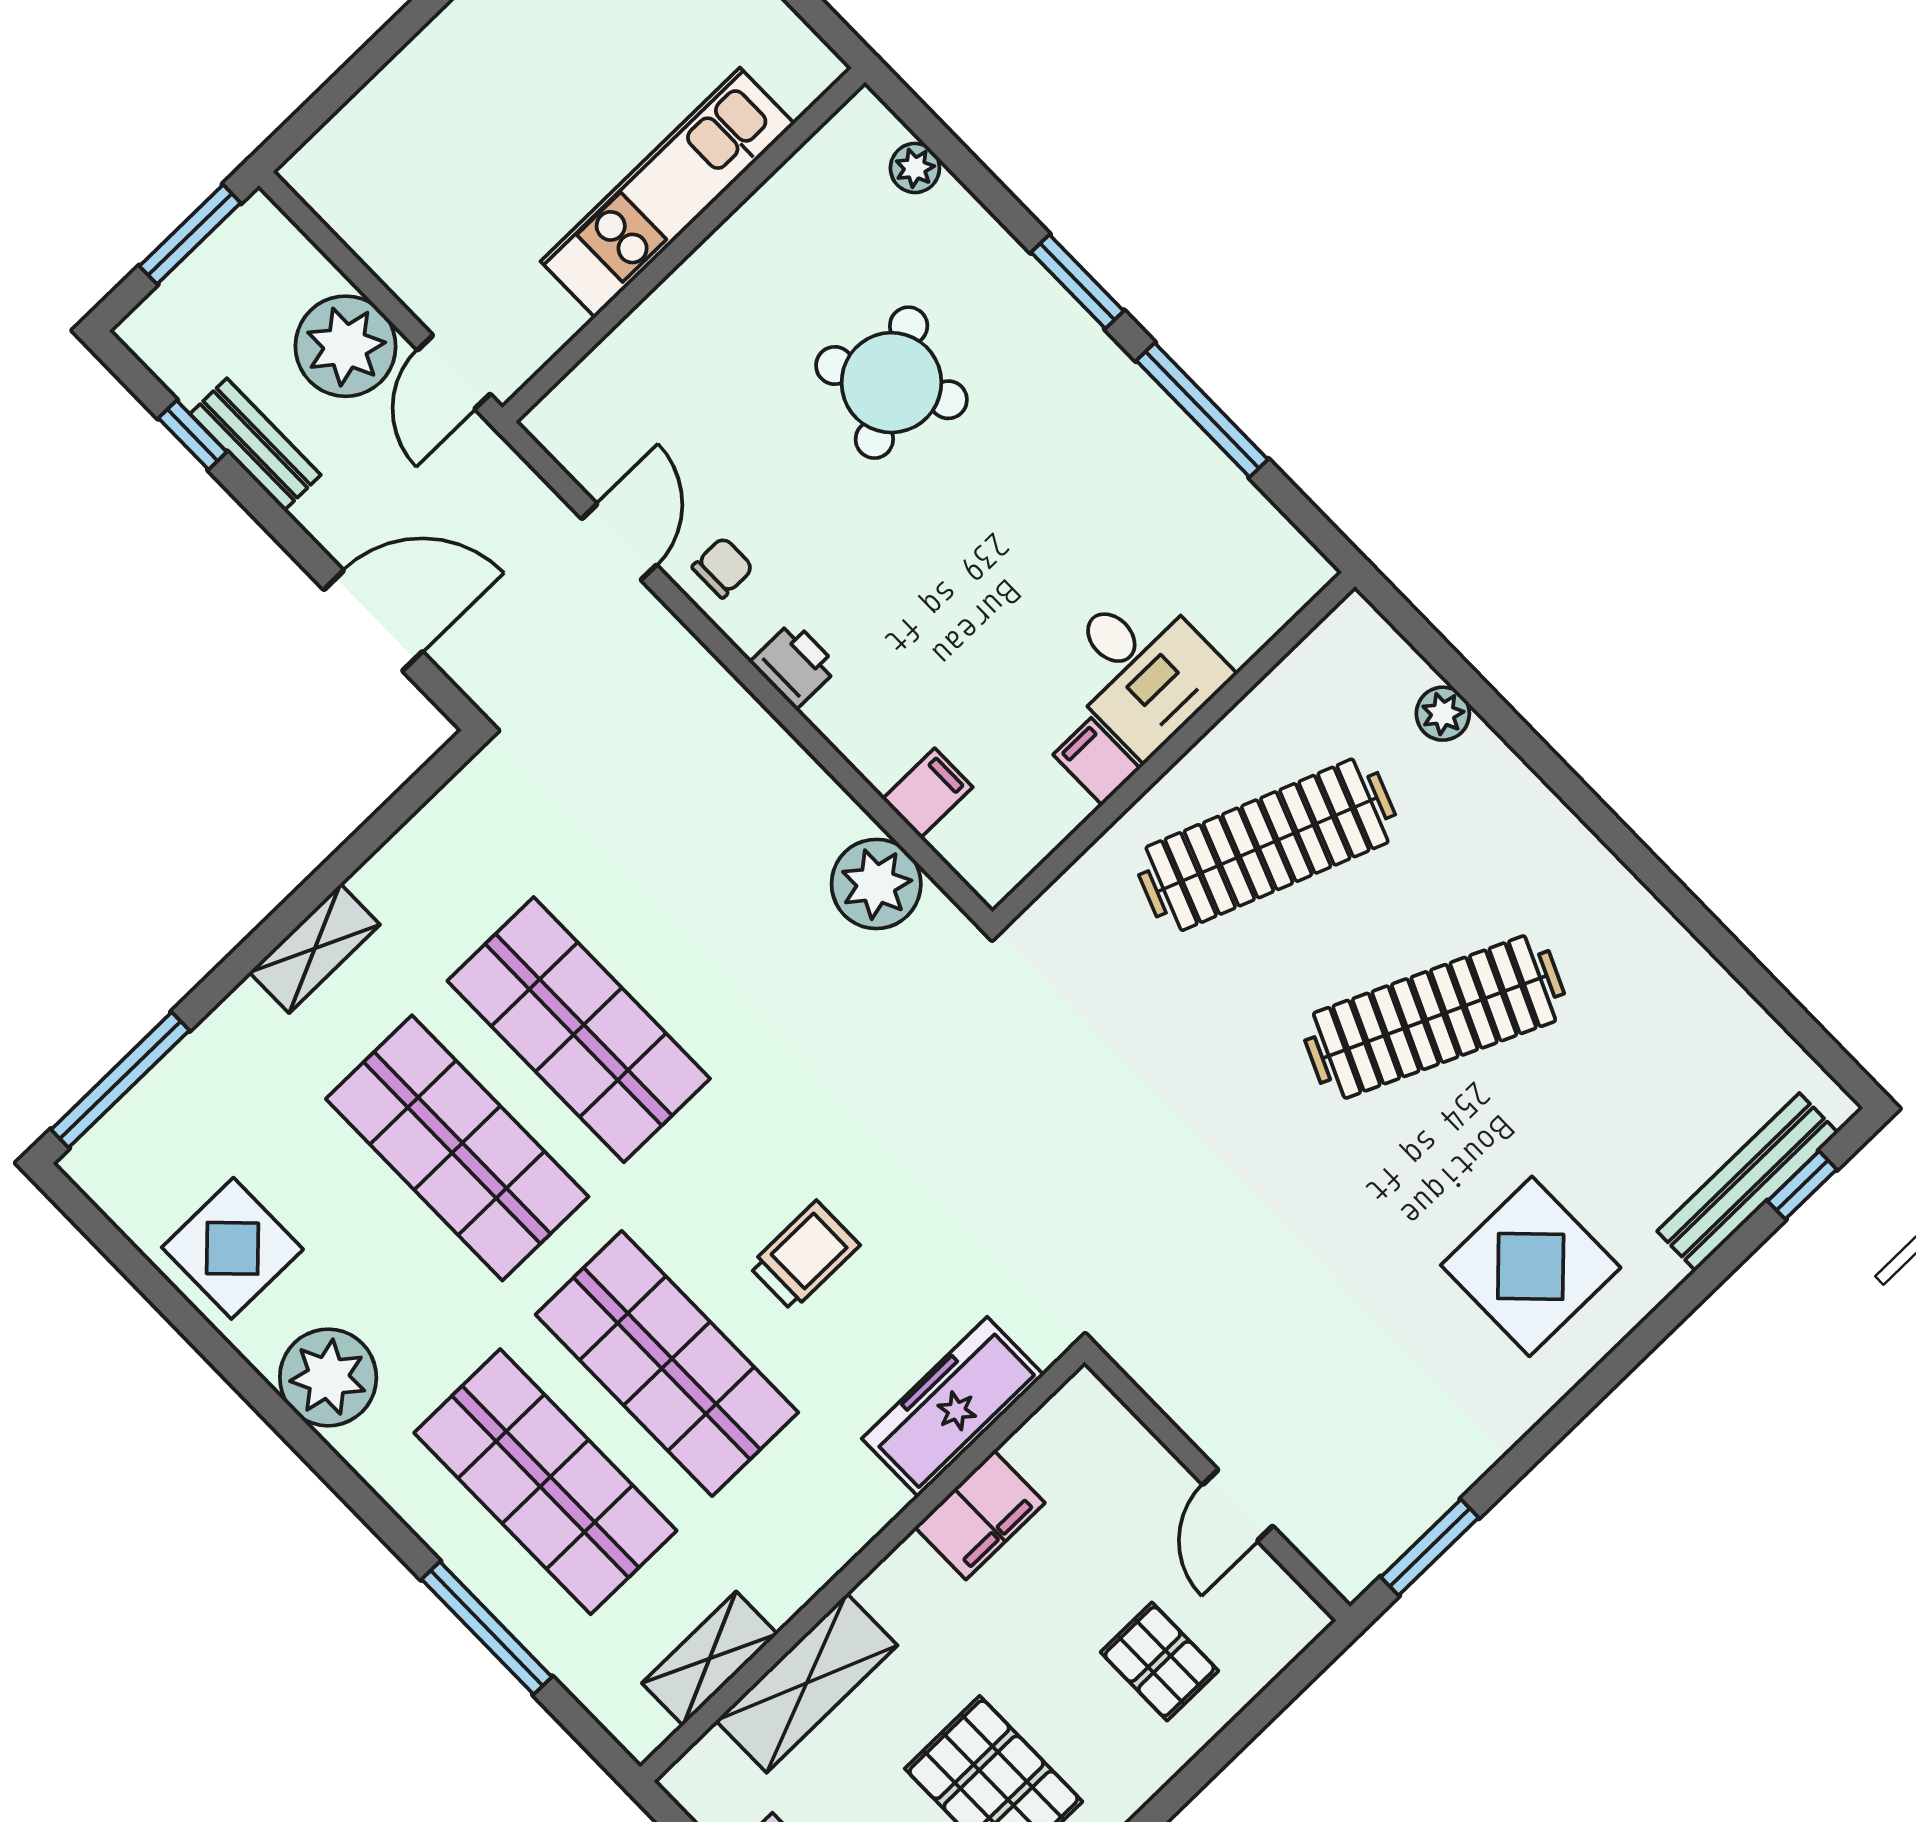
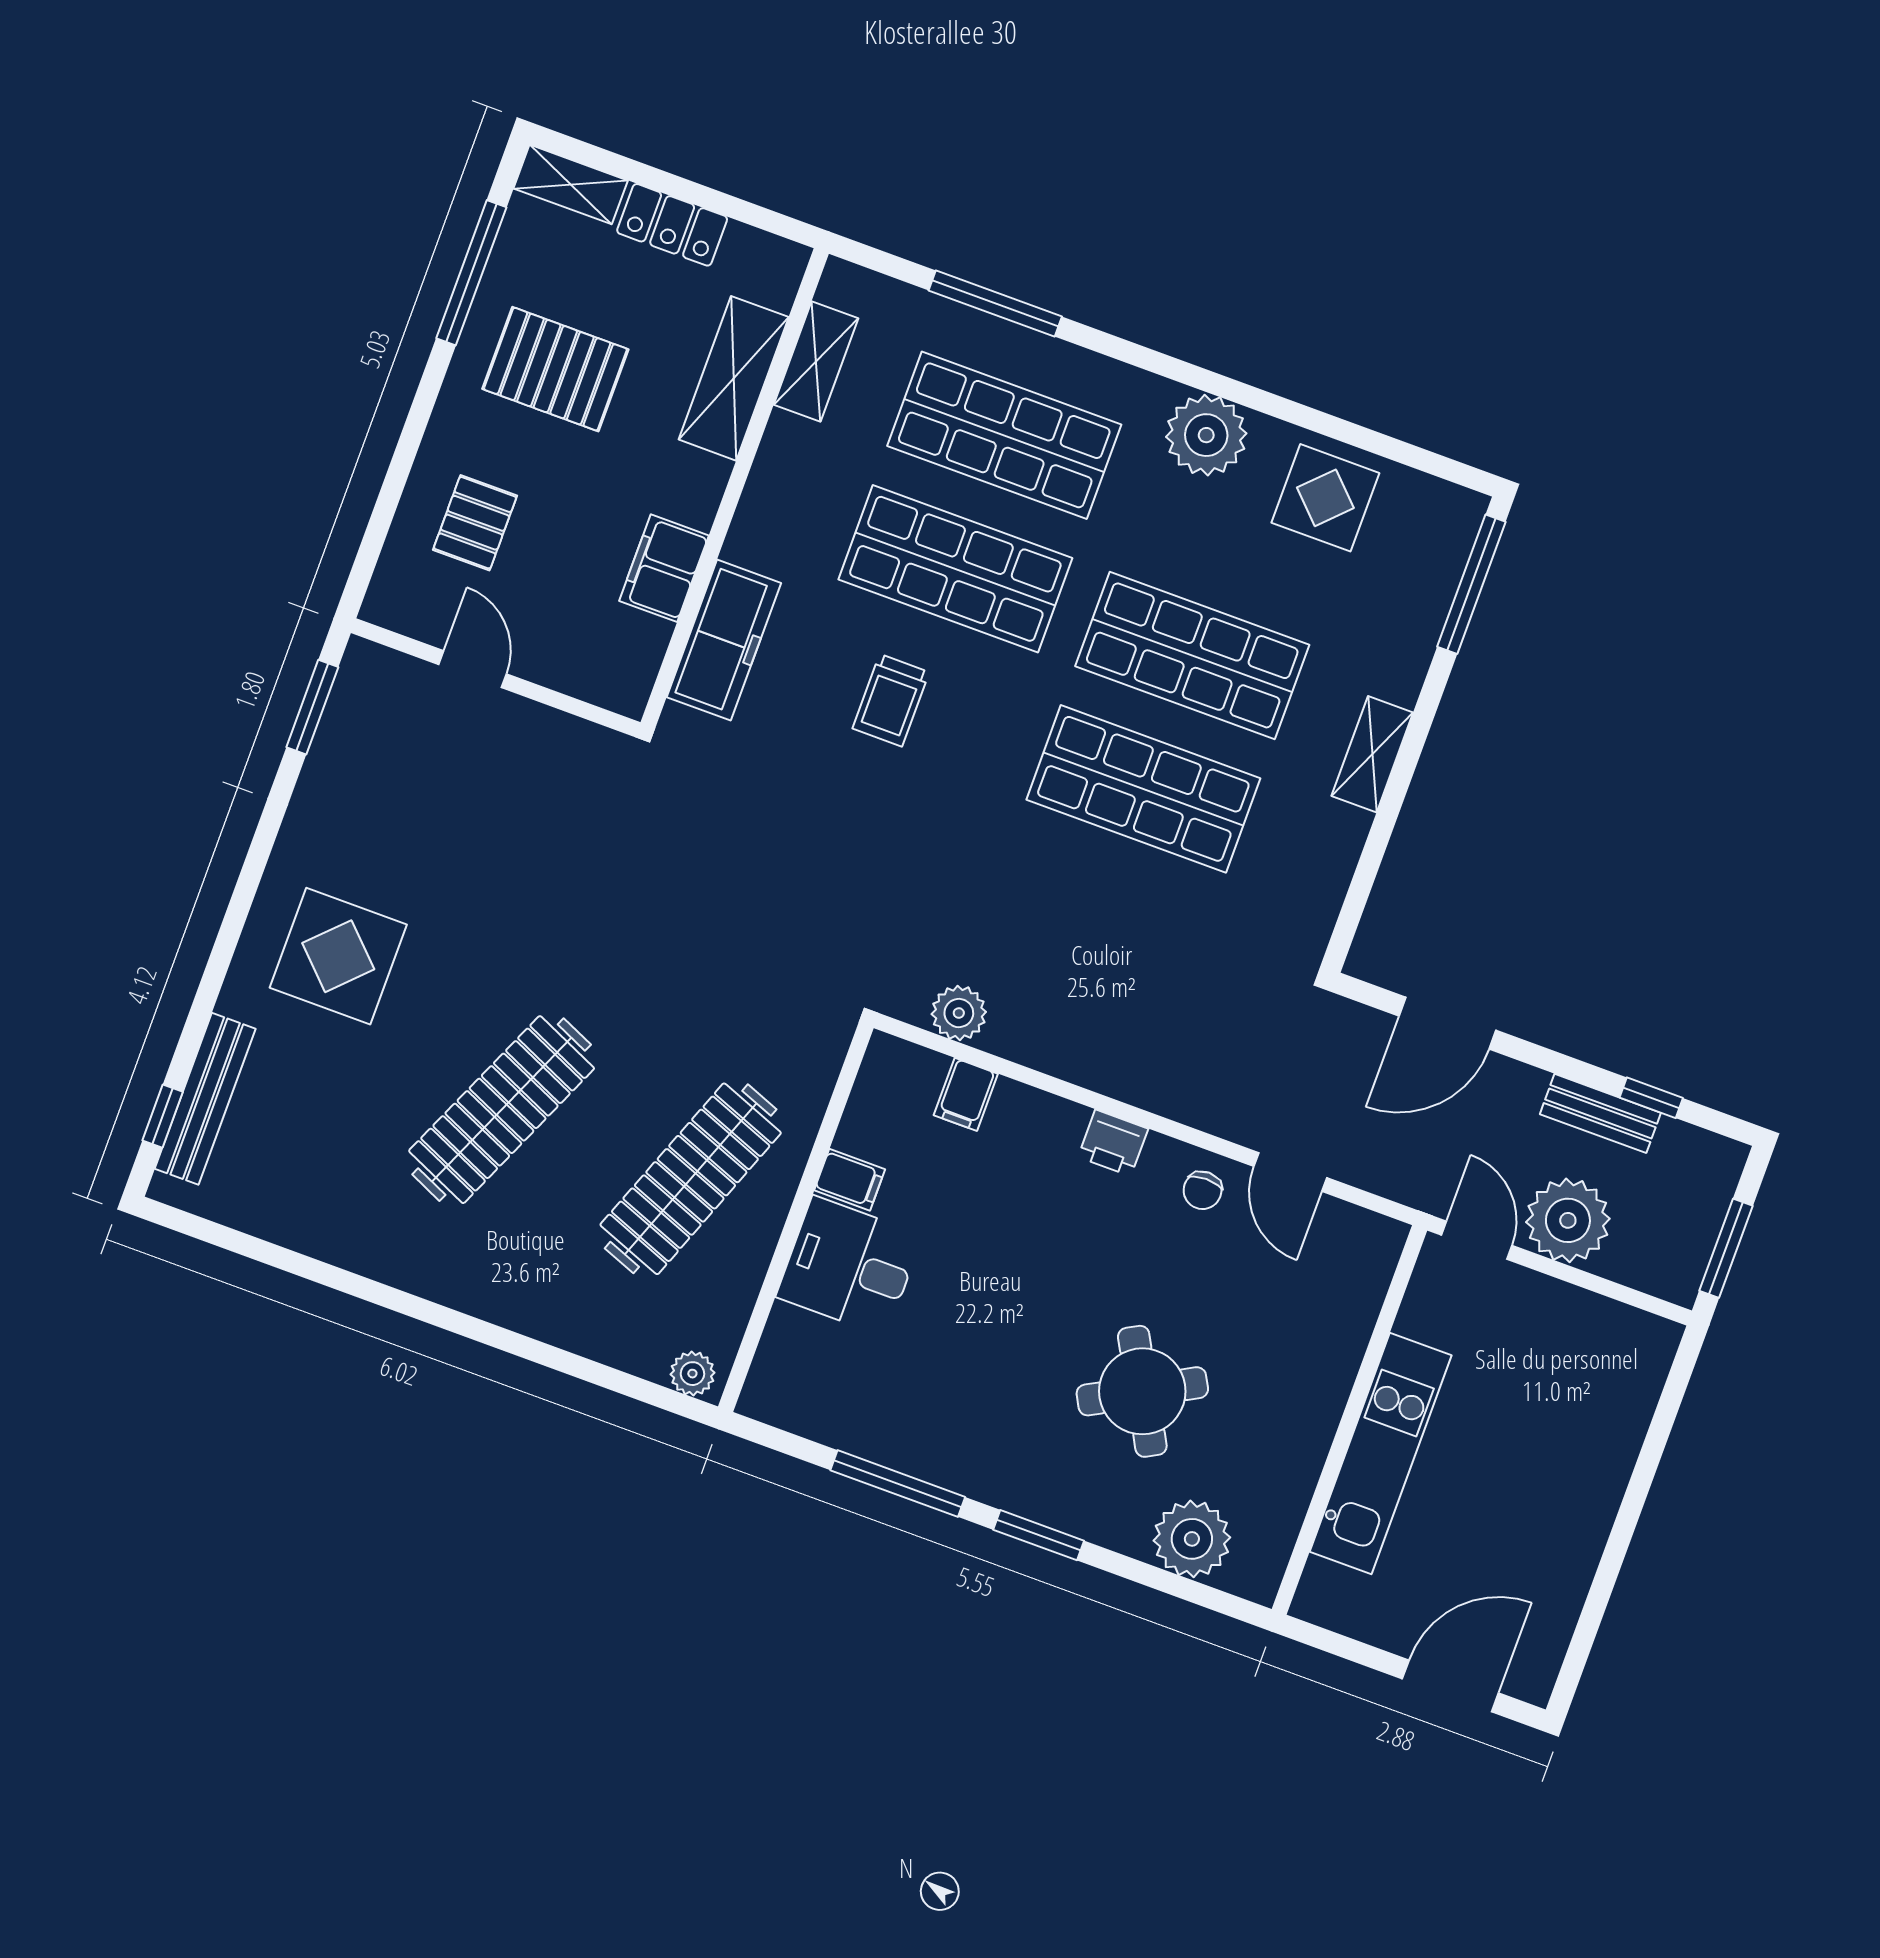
plant: (915, 168) -> (1192, 1539), width x1.88, depth x1.88
plant: (1443, 714) -> (692, 1374), moved
plant: (876, 884) -> (959, 1013), width x0.73, depth x0.73
pallet: (1159, 1662) -> (475, 523), turned 90

